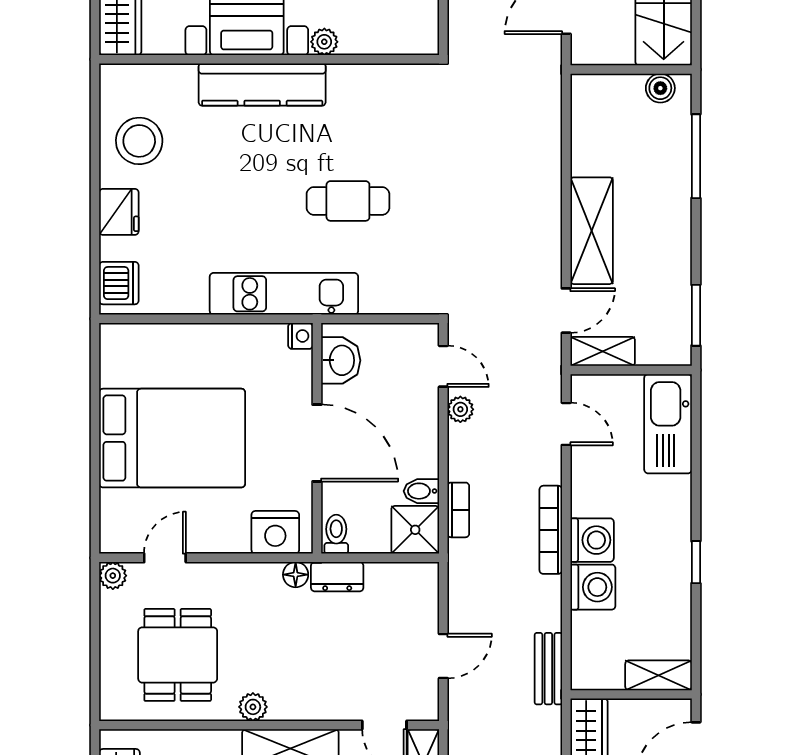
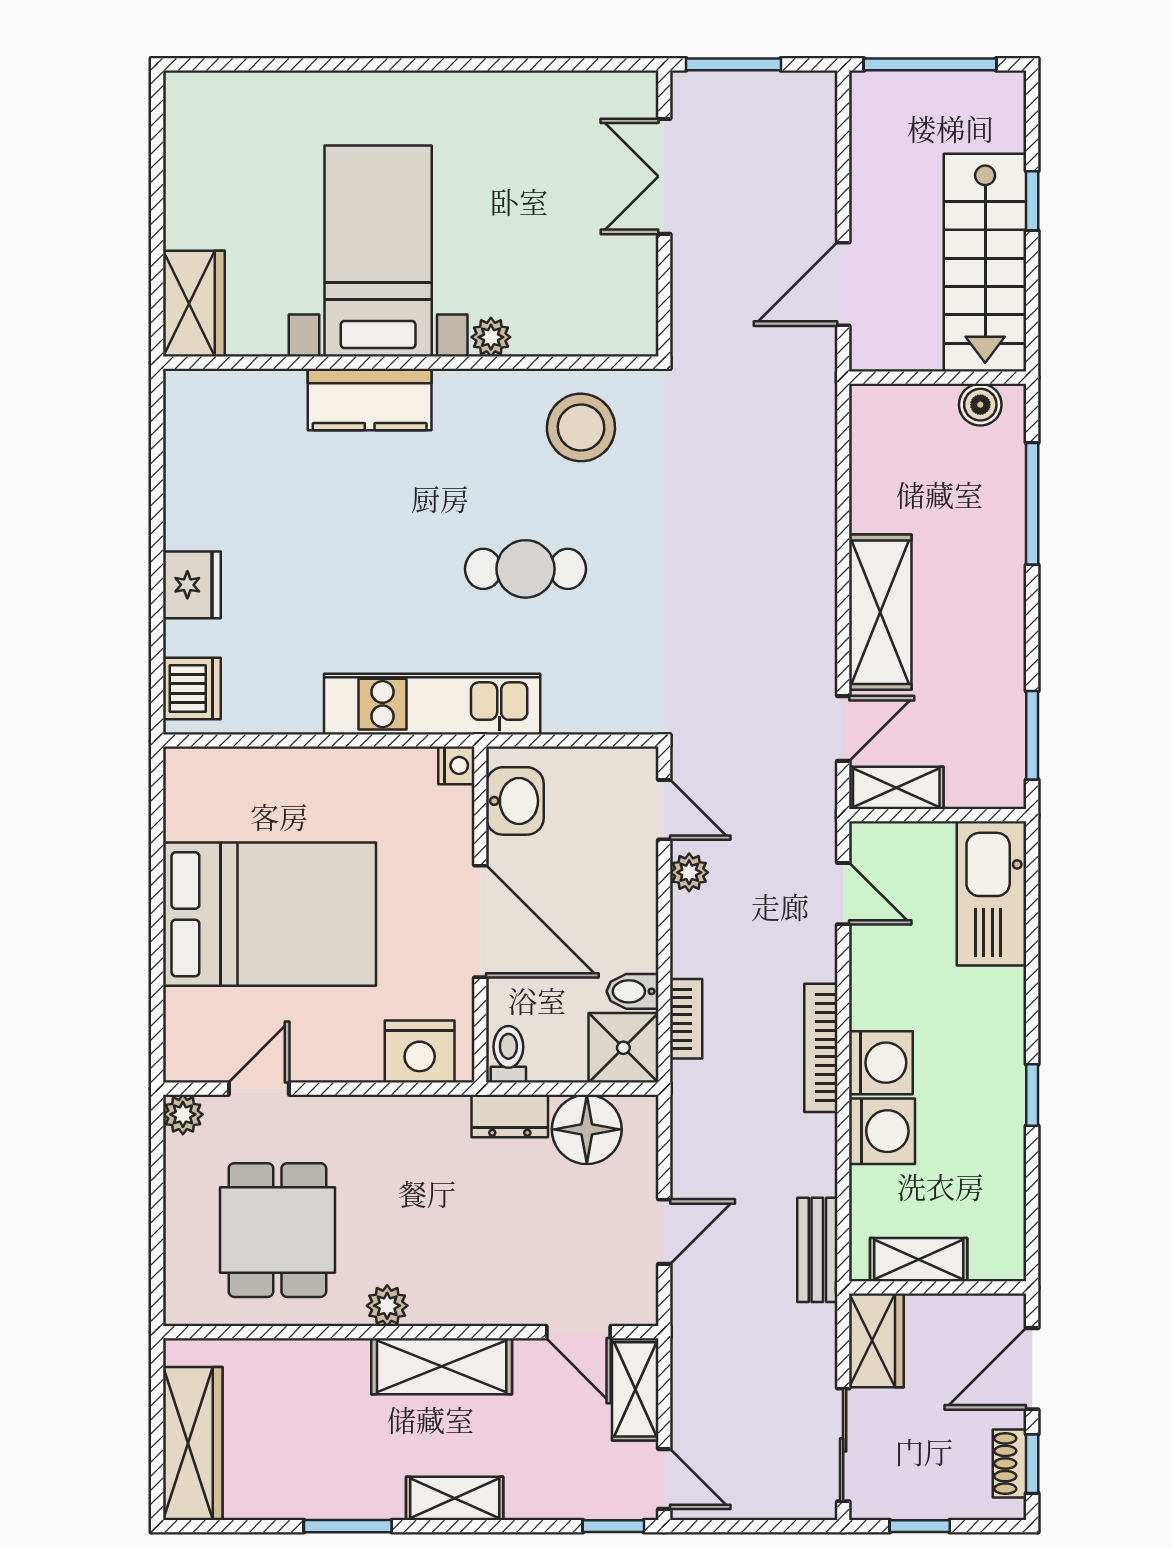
kitchen counter: (262, 85) -> (370, 399), width x0.67
stool: (139, 141) -> (581, 427), moved
floor lamp: (296, 575) -> (587, 1129), moved, width x1.89, depth x1.89
shelving: (659, 675) -> (919, 1260), moved

